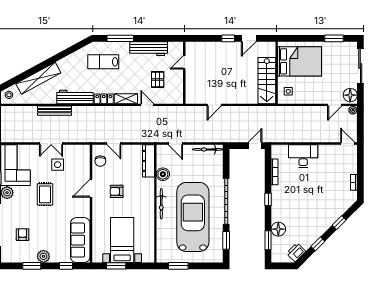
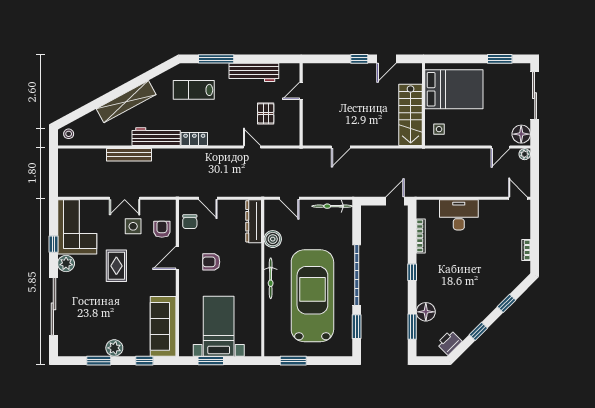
shelving: (38, 78) -> (126, 102), moved
shelving: (126, 99) -> (224, 139), removed
armchair: (23, 235) -> (162, 229), moved

